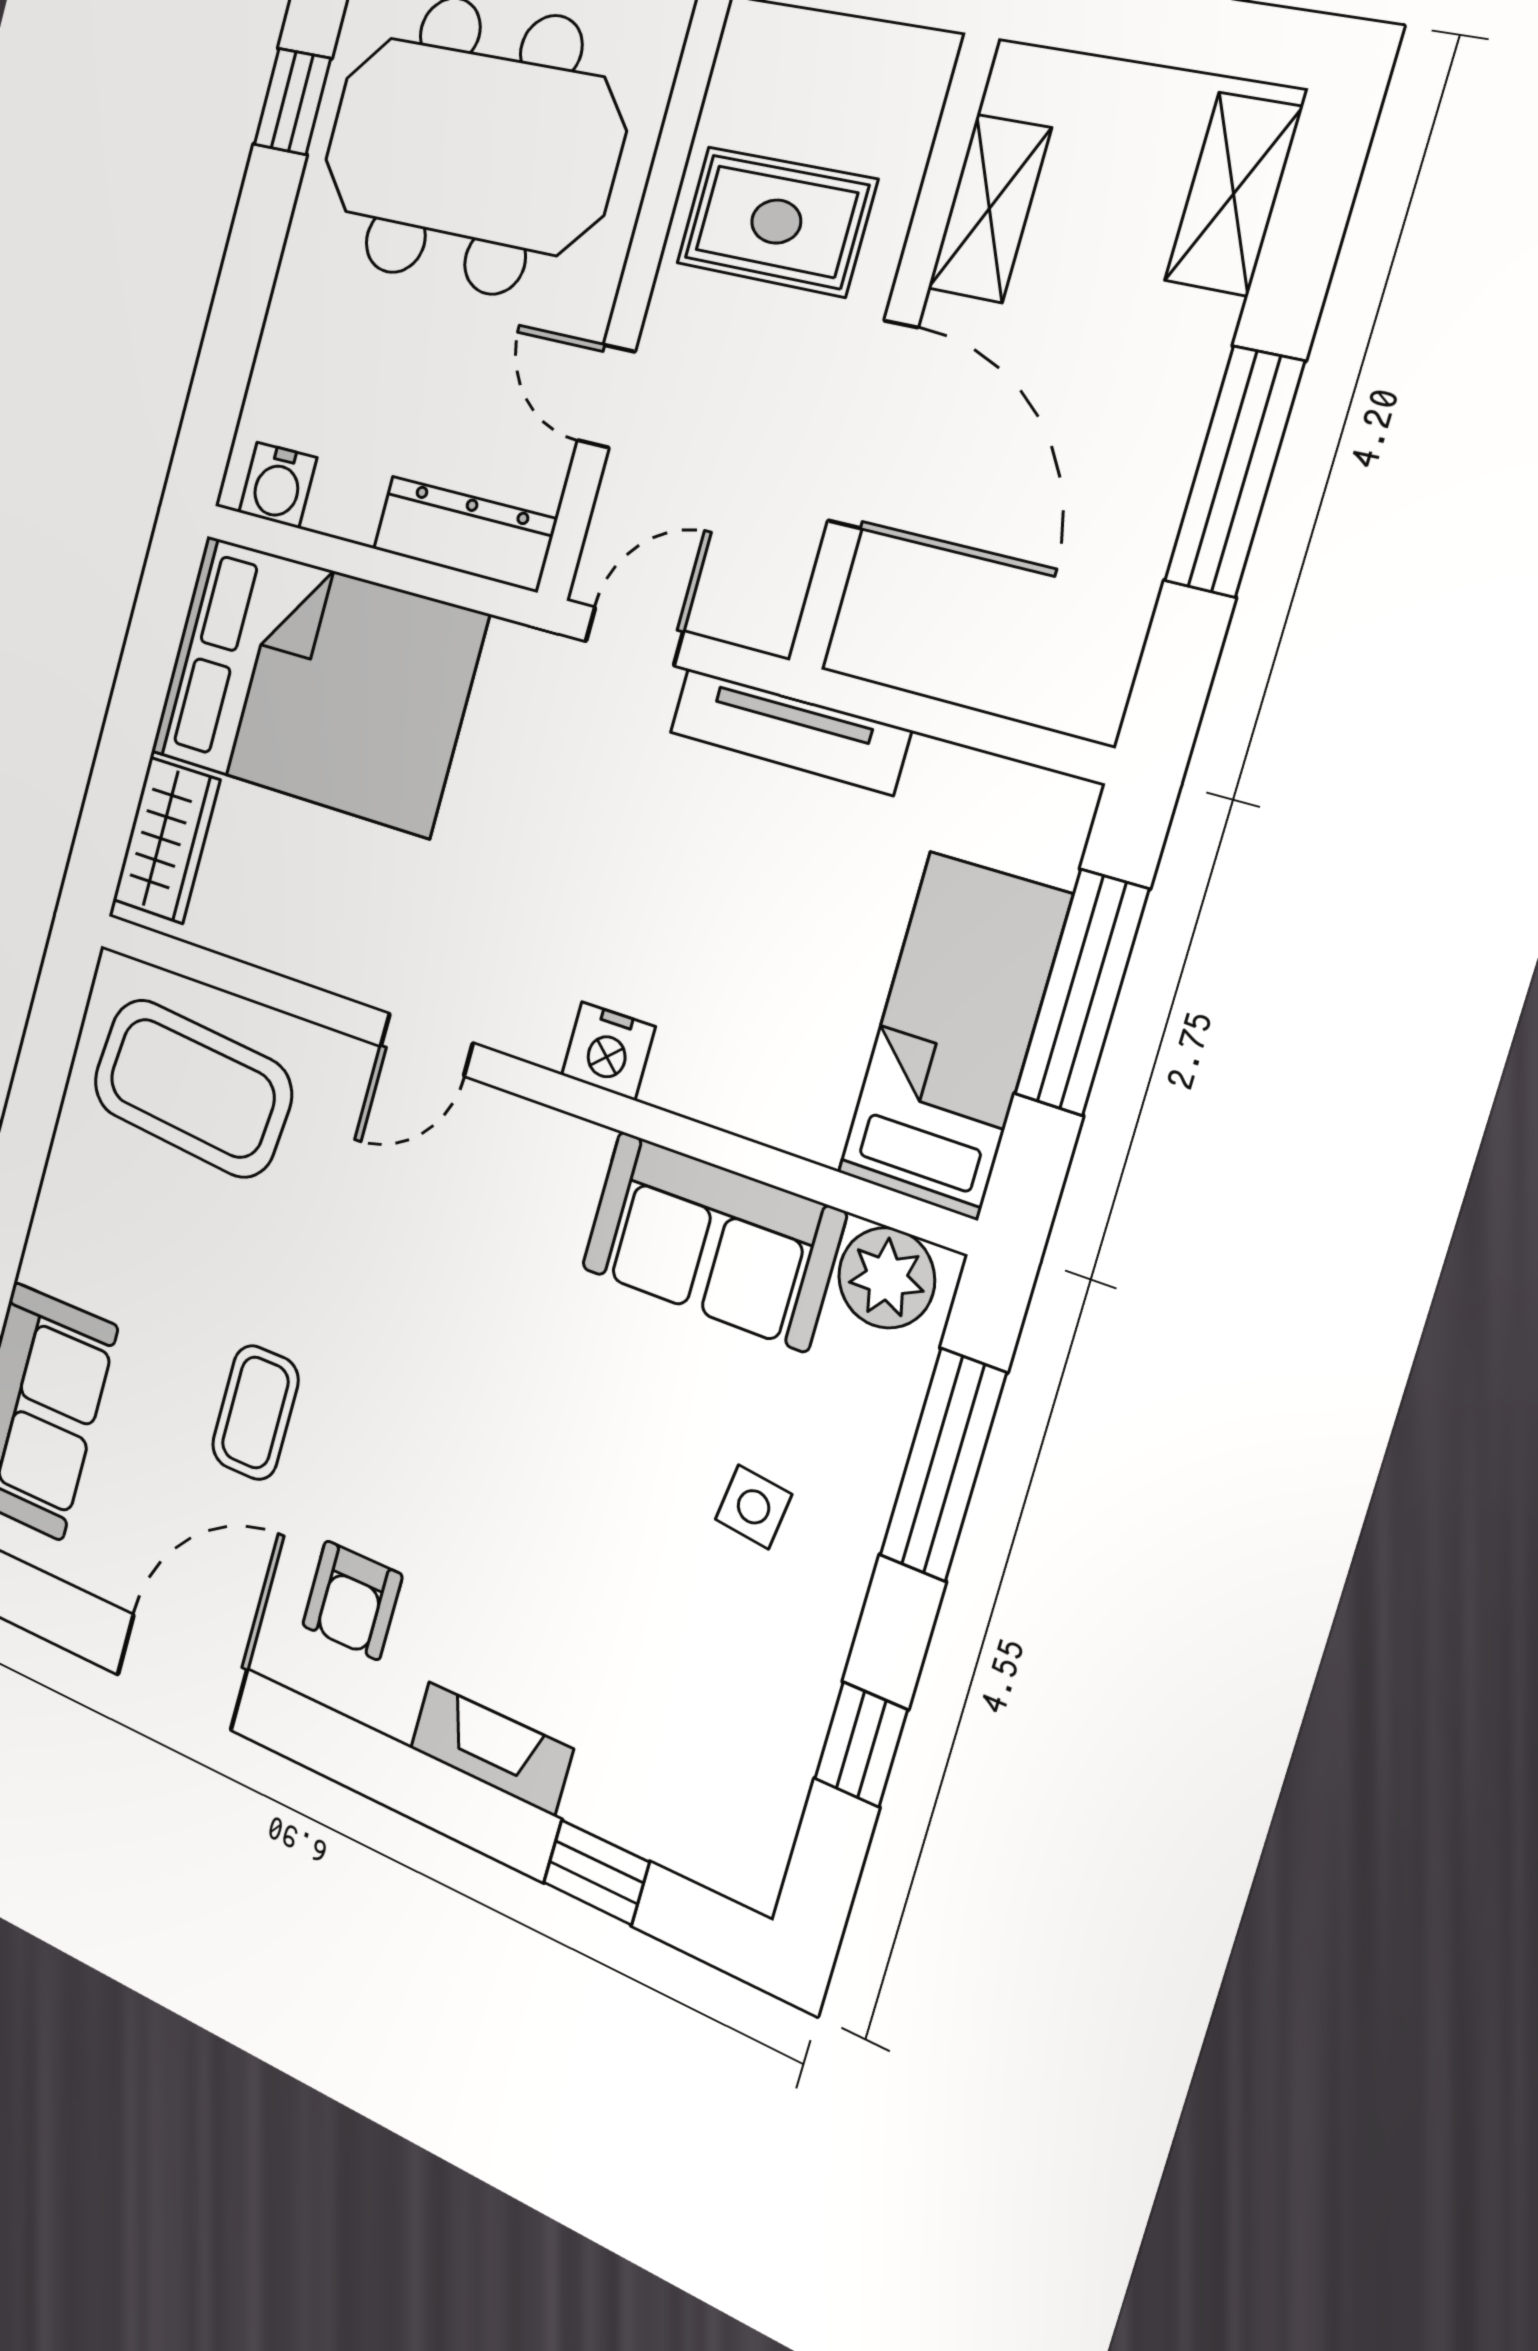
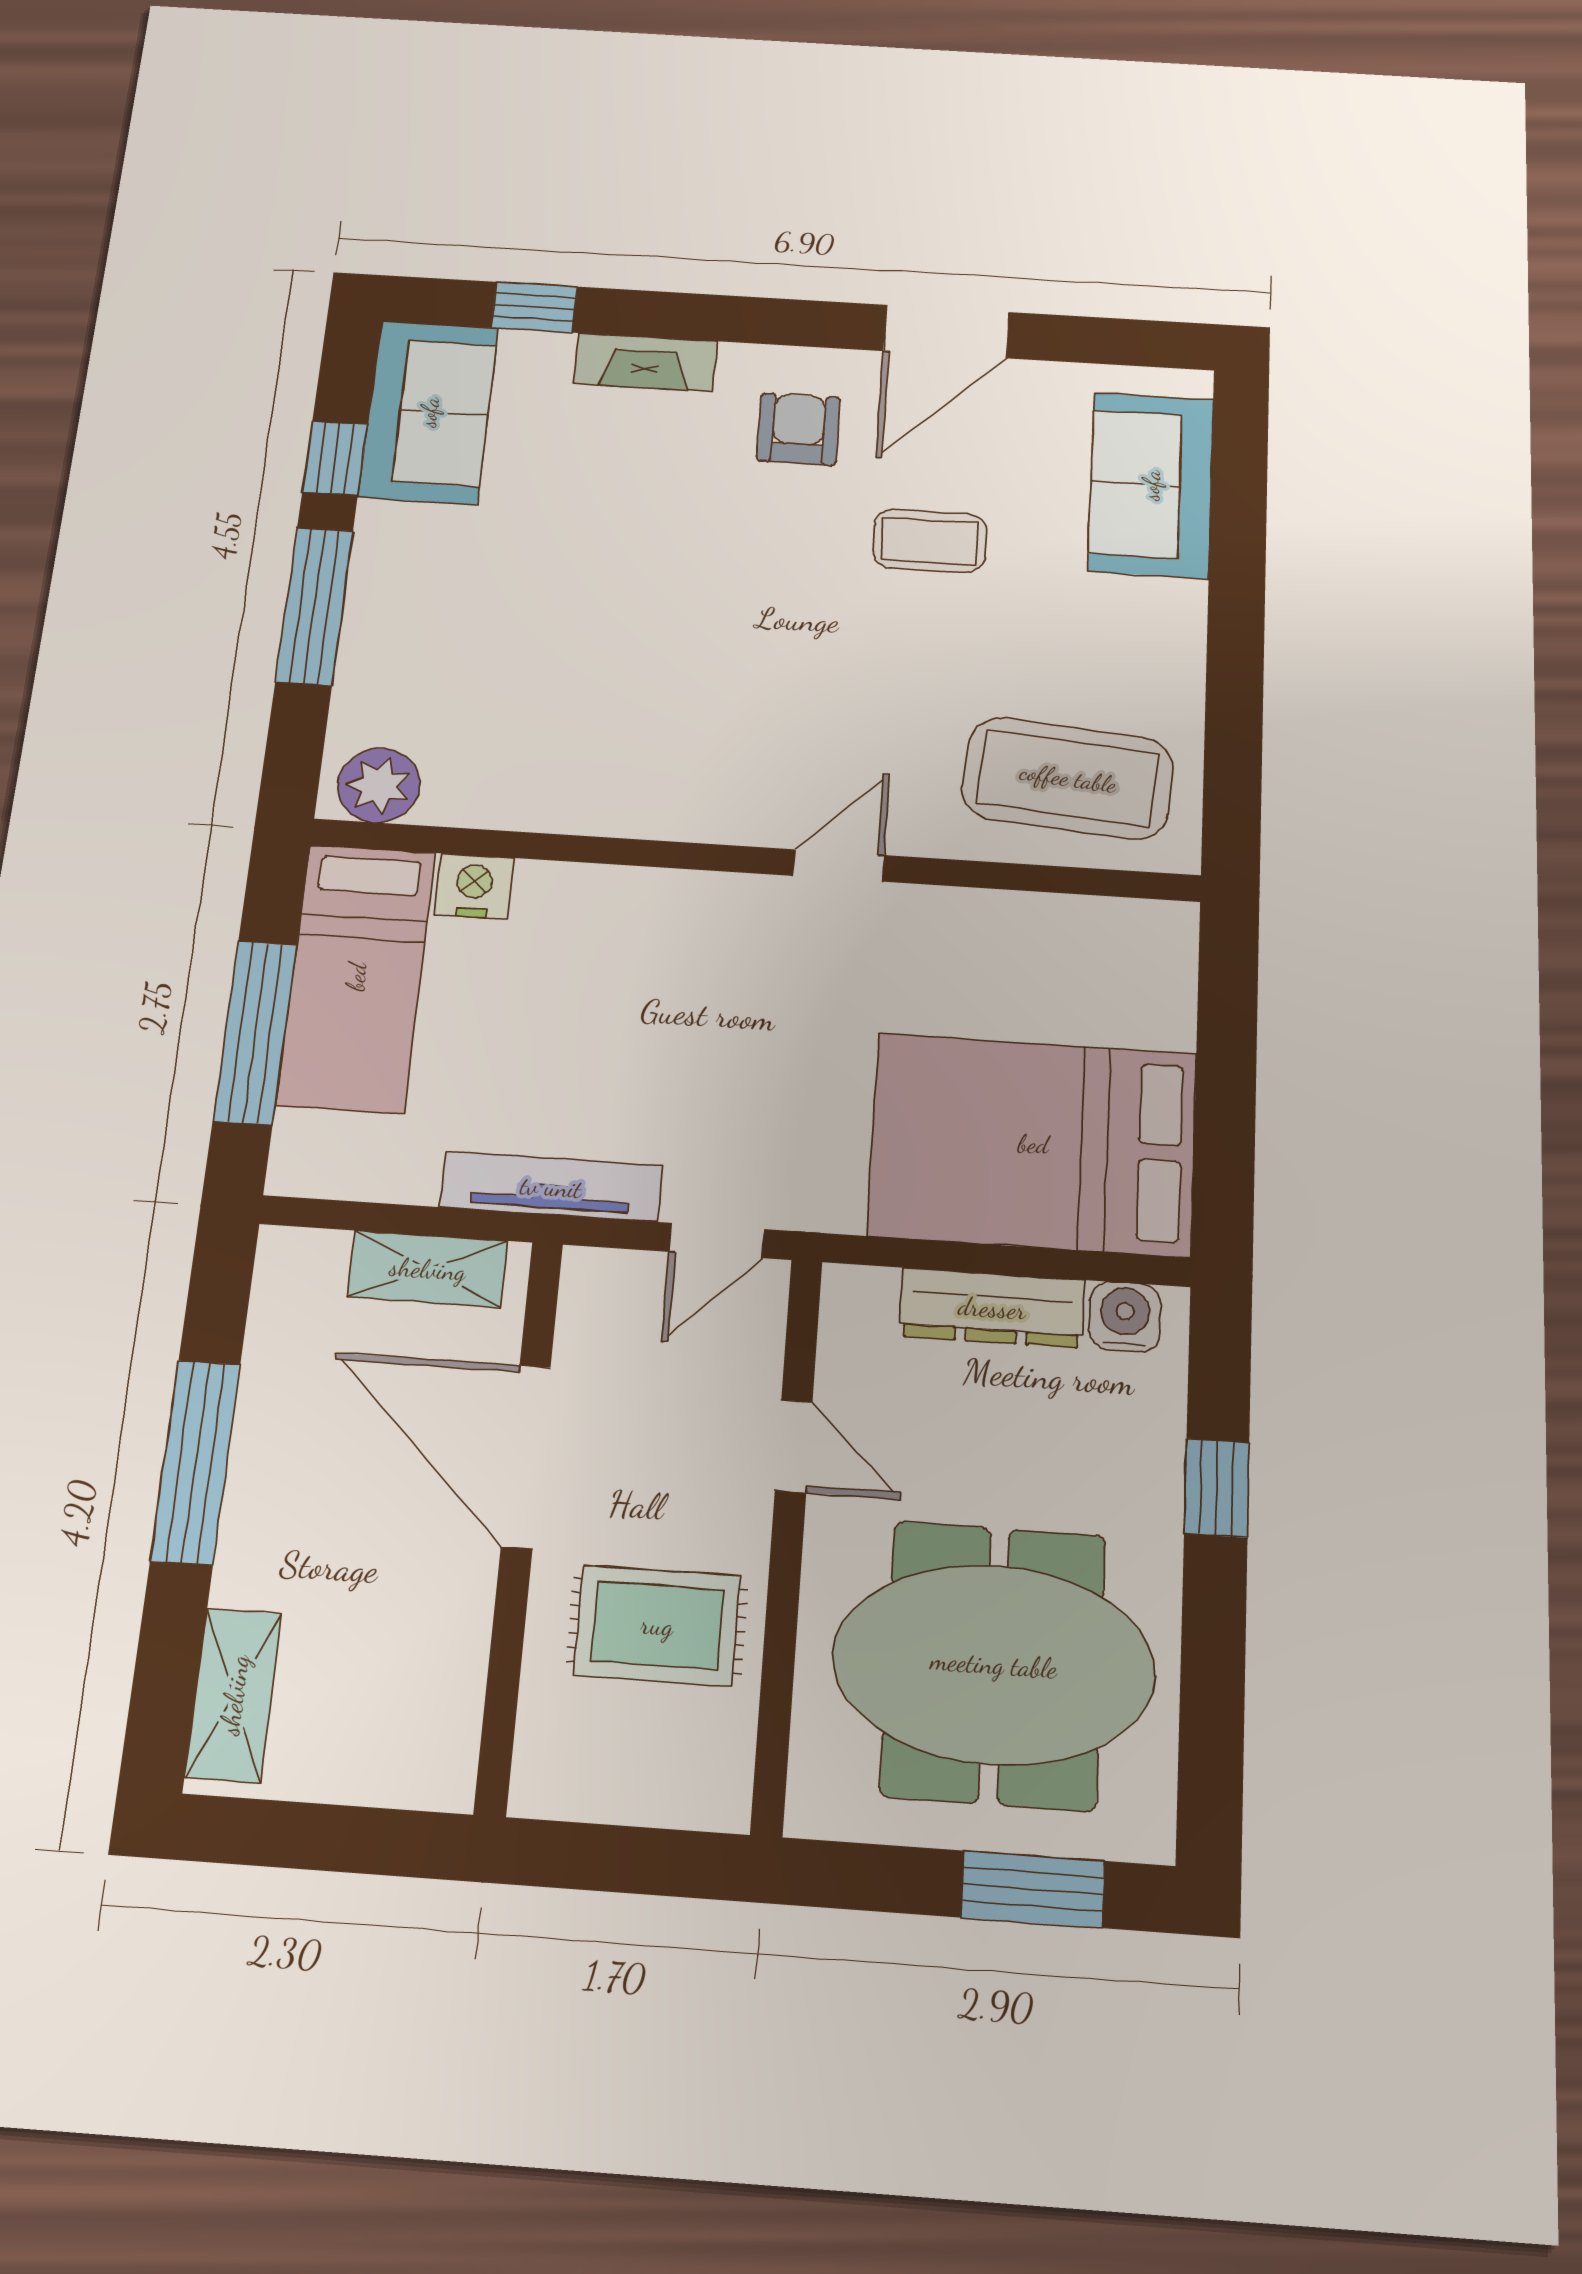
window: (292, 102) -> (1217, 1488), moved
shelving: (989, 209) -> (428, 1269), moved, turned 90
dresser: (464, 534) -> (992, 1308), moved
wardrobe: (166, 840) -> (1157, 980), removed
nightstand: (608, 1051) -> (474, 886), moved
sofa: (712, 1241) -> (429, 412), moved, turned 90
coffee table: (255, 1412) -> (930, 541), turned 90
window: (943, 1464) -> (314, 606), moved
side table: (754, 1507) -> (457, 594), removed

